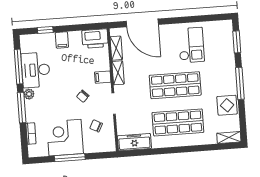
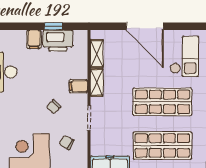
door: (142, 23) -> (145, 26), moved
window: (45, 30) -> (53, 26), moved
printer: (95, 39) -> (58, 41), moved

